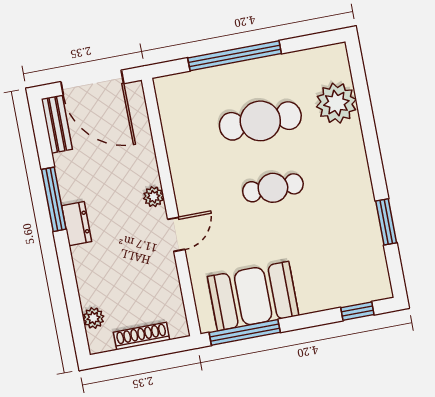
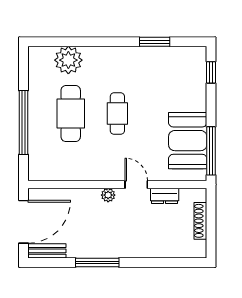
dresser: (77, 224) -> (165, 196), moved, turned 180
plant: (93, 318) -> (182, 251), removed

